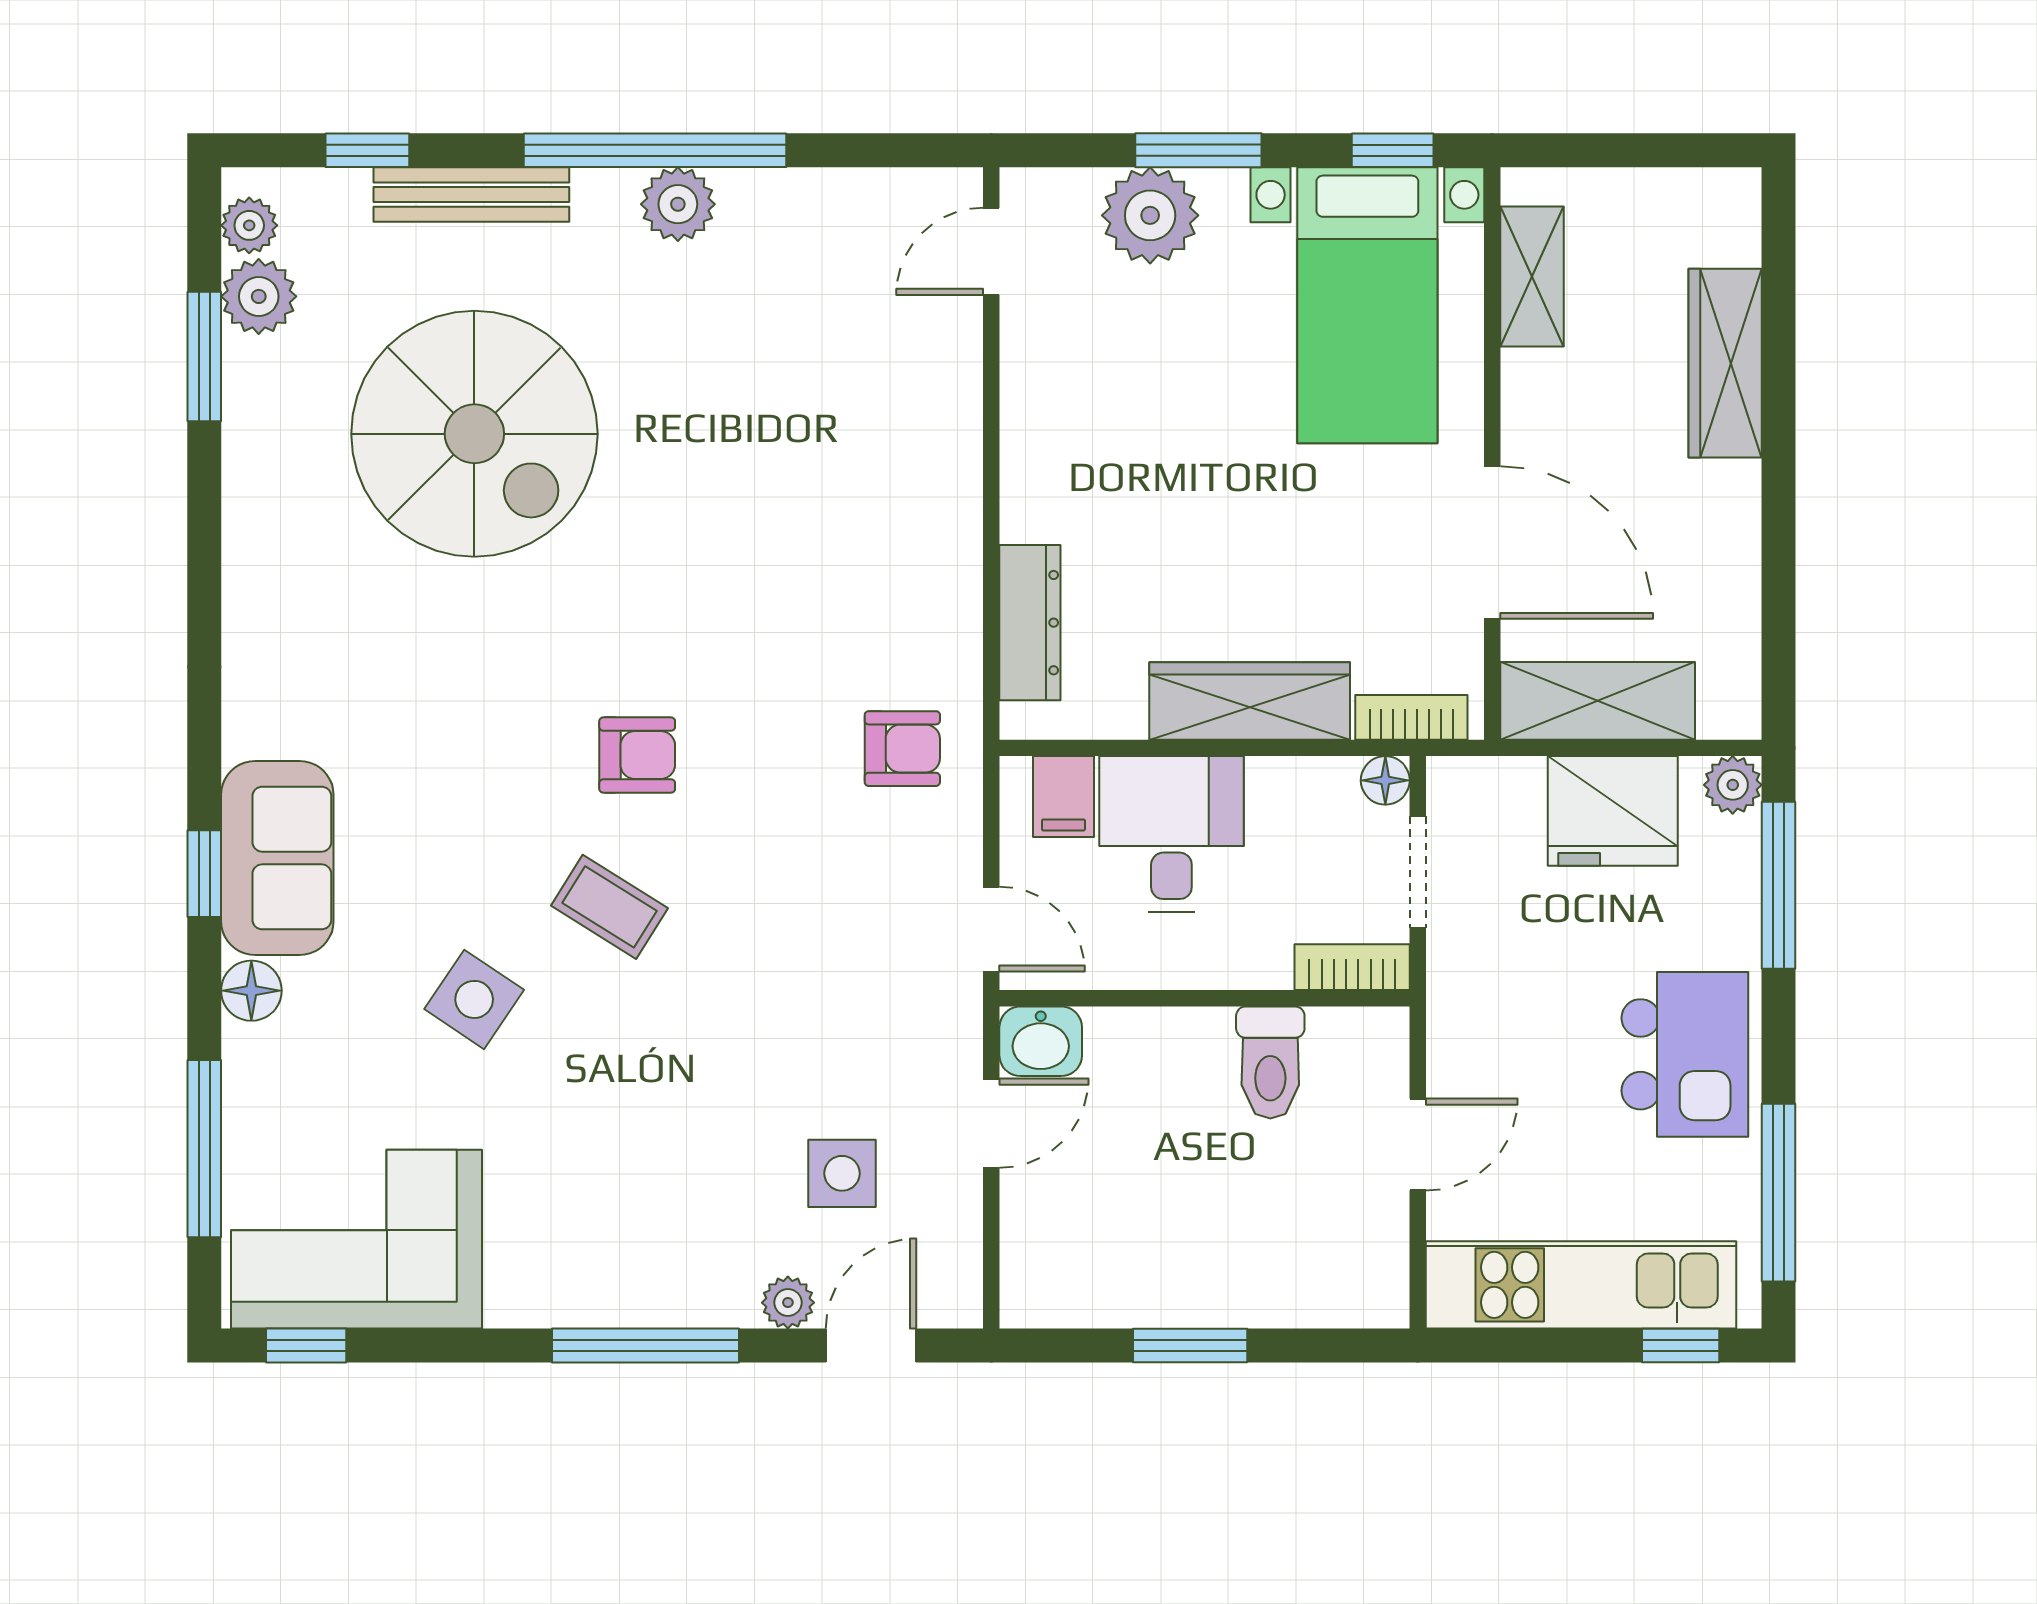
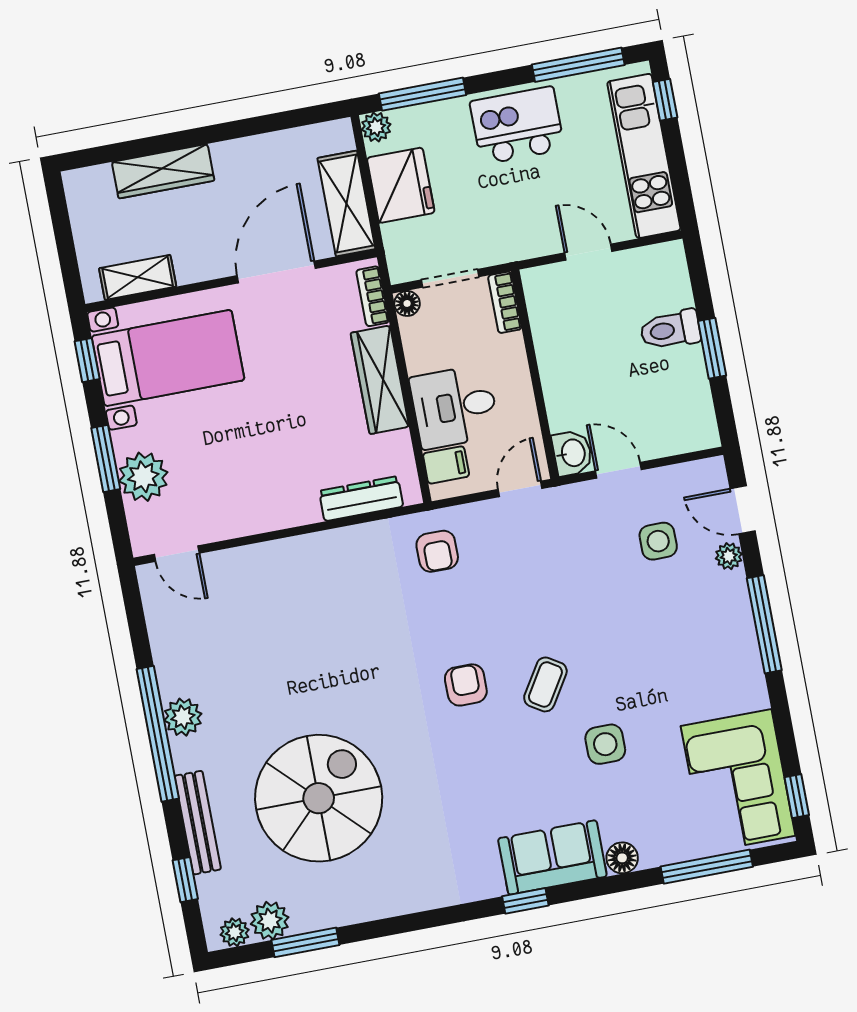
armchair: (902, 749) -> (437, 551), turned 180
window: (204, 874) -> (525, 901), moved
side table: (474, 999) -> (605, 744), turned -34
toilet: (1270, 1063) -> (670, 330), moved, turned 180

